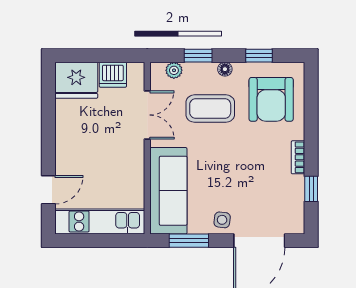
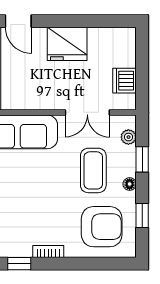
fridge: (76, 80) -> (67, 44), moved, turned -90
armchair: (271, 99) -> (102, 227), turned 180

